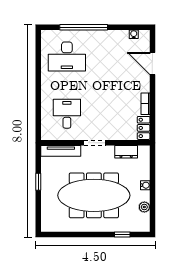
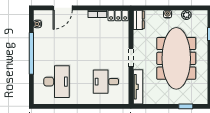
window: (84, 27) -> (31, 53), moved
dresser: (126, 152) -> (139, 20), moved
window: (38, 182) -> (186, 106), moved

